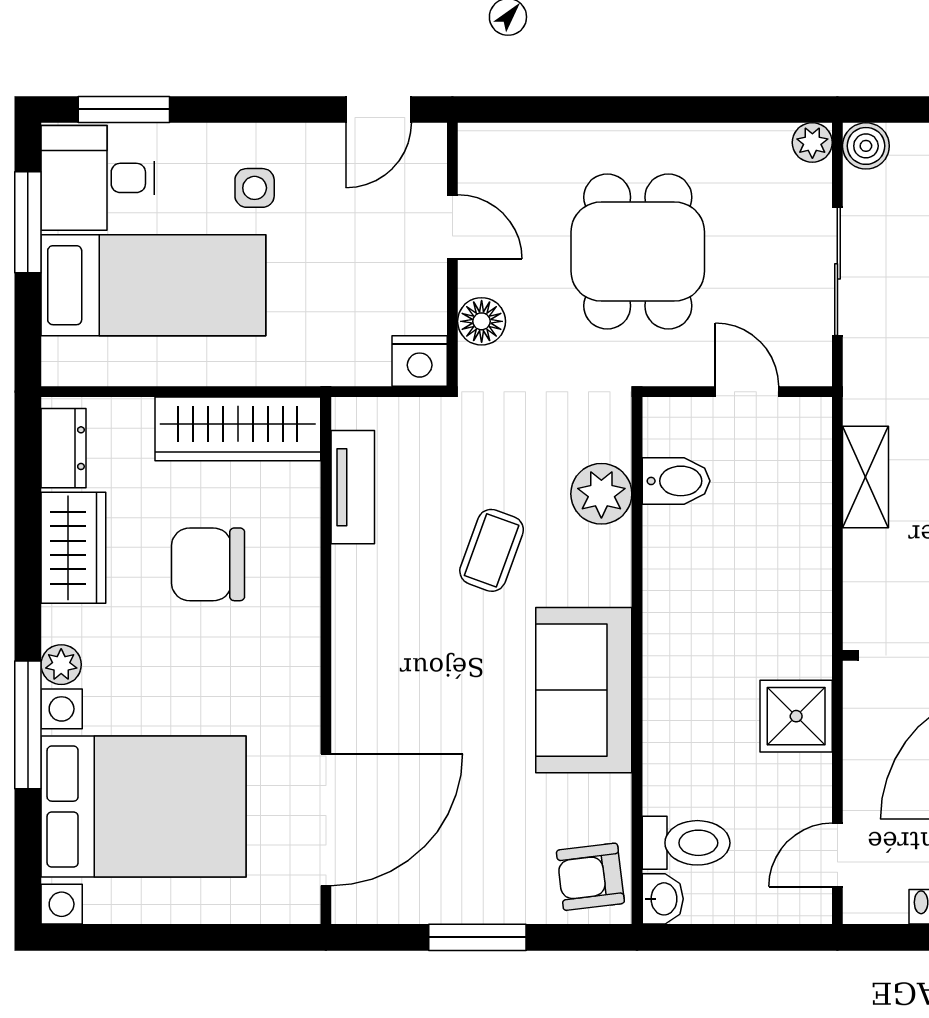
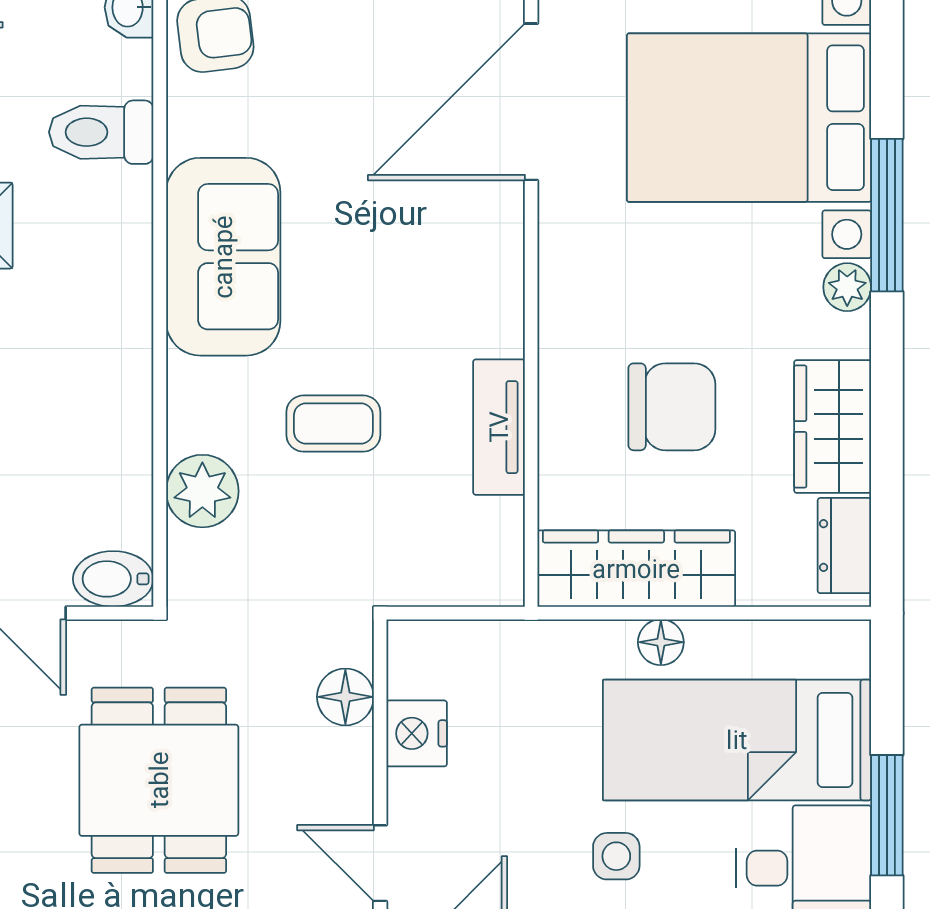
door: (452, 227) -> (380, 863), moved
nightstand: (420, 361) -> (417, 733), moved, turned -90
floor lamp: (217, 367) -> (661, 642), added
bidet: (676, 481) -> (113, 579), moved
tv unit: (353, 487) -> (499, 427), moved
coffee table: (492, 550) -> (333, 424), turned 70
toilet: (686, 843) -> (101, 132), moved

